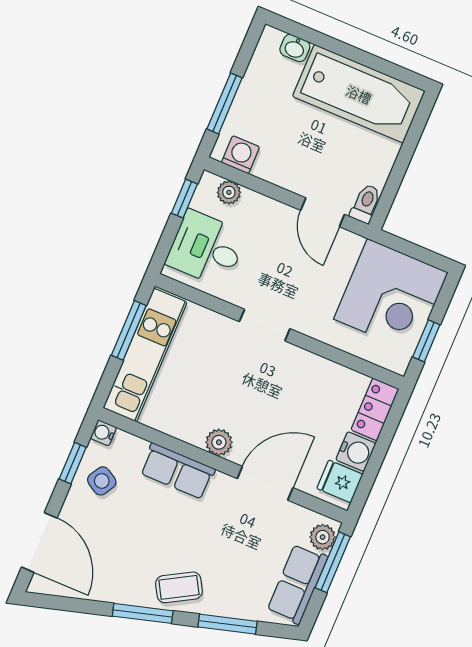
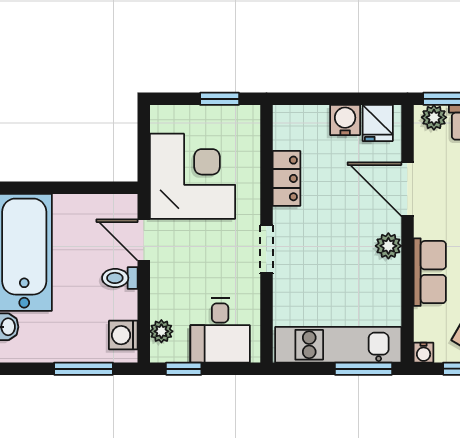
toilet: (366, 204) -> (120, 278), moved
door: (323, 212) -> (144, 240), swing flipped
corner desk: (391, 296) -> (193, 176), moved
window: (129, 330) -> (363, 369), moved
locker: (375, 409) -> (286, 178), moved, turned -90

